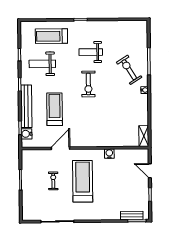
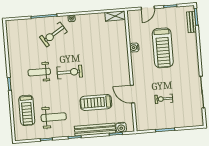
weight bench: (91, 52) -> (39, 72), turned 90
weight bench: (42, 64) -> (54, 117), turned -90
treadmill: (83, 181) -> (163, 48), moved, turned -90

